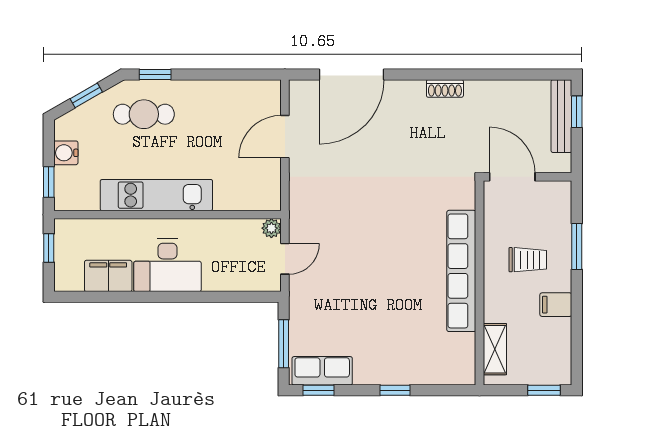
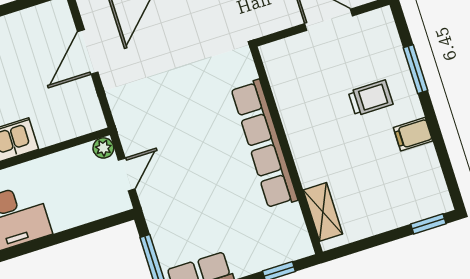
row of seats: (461, 271) -> (264, 144), moved
wall: (479, 283) -> (286, 150), moved
shelving: (495, 349) -> (323, 212), moved

